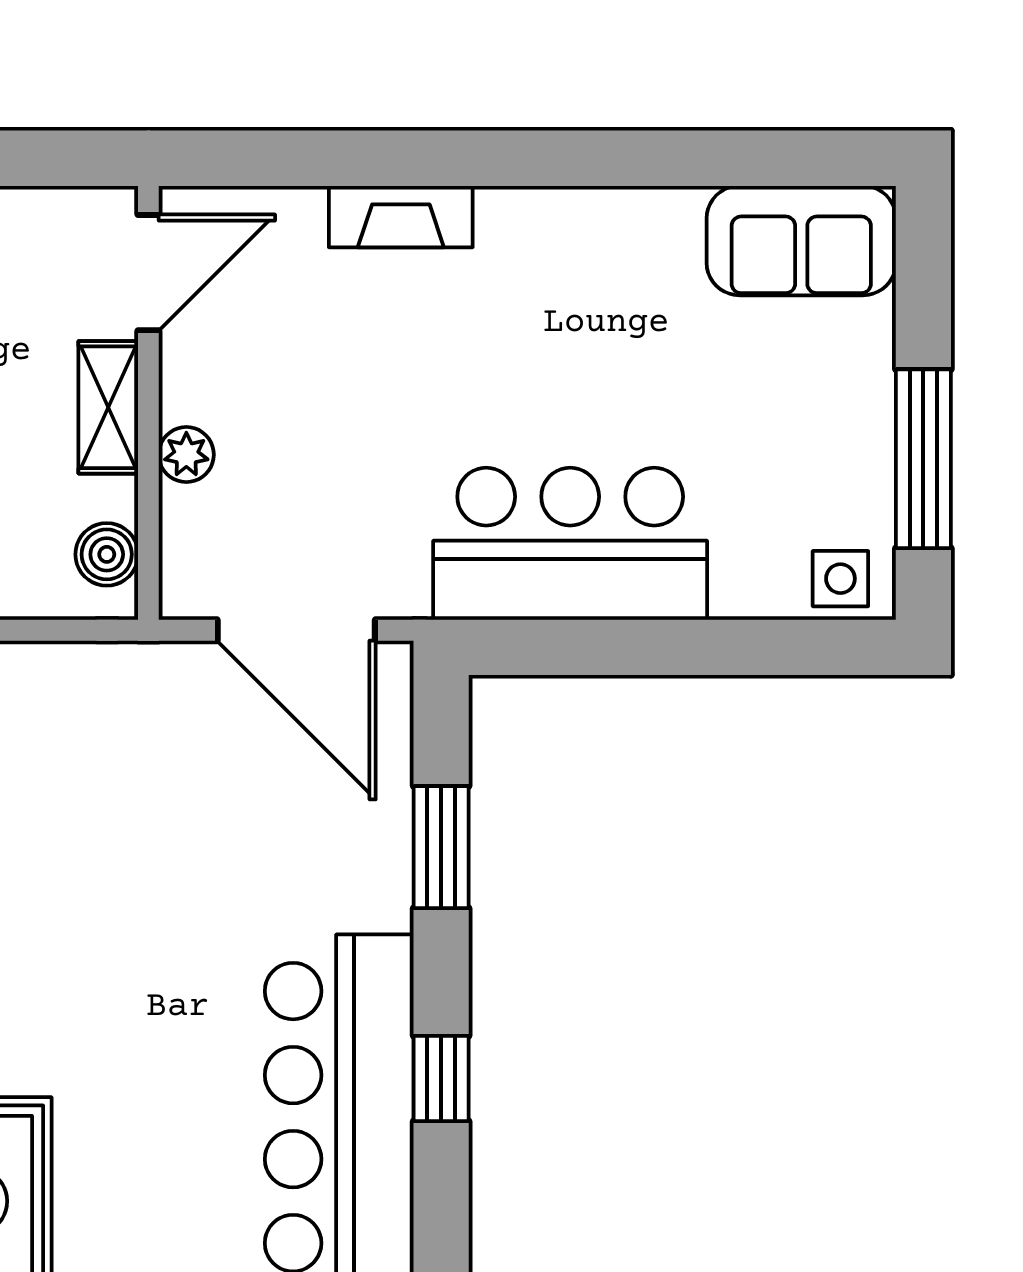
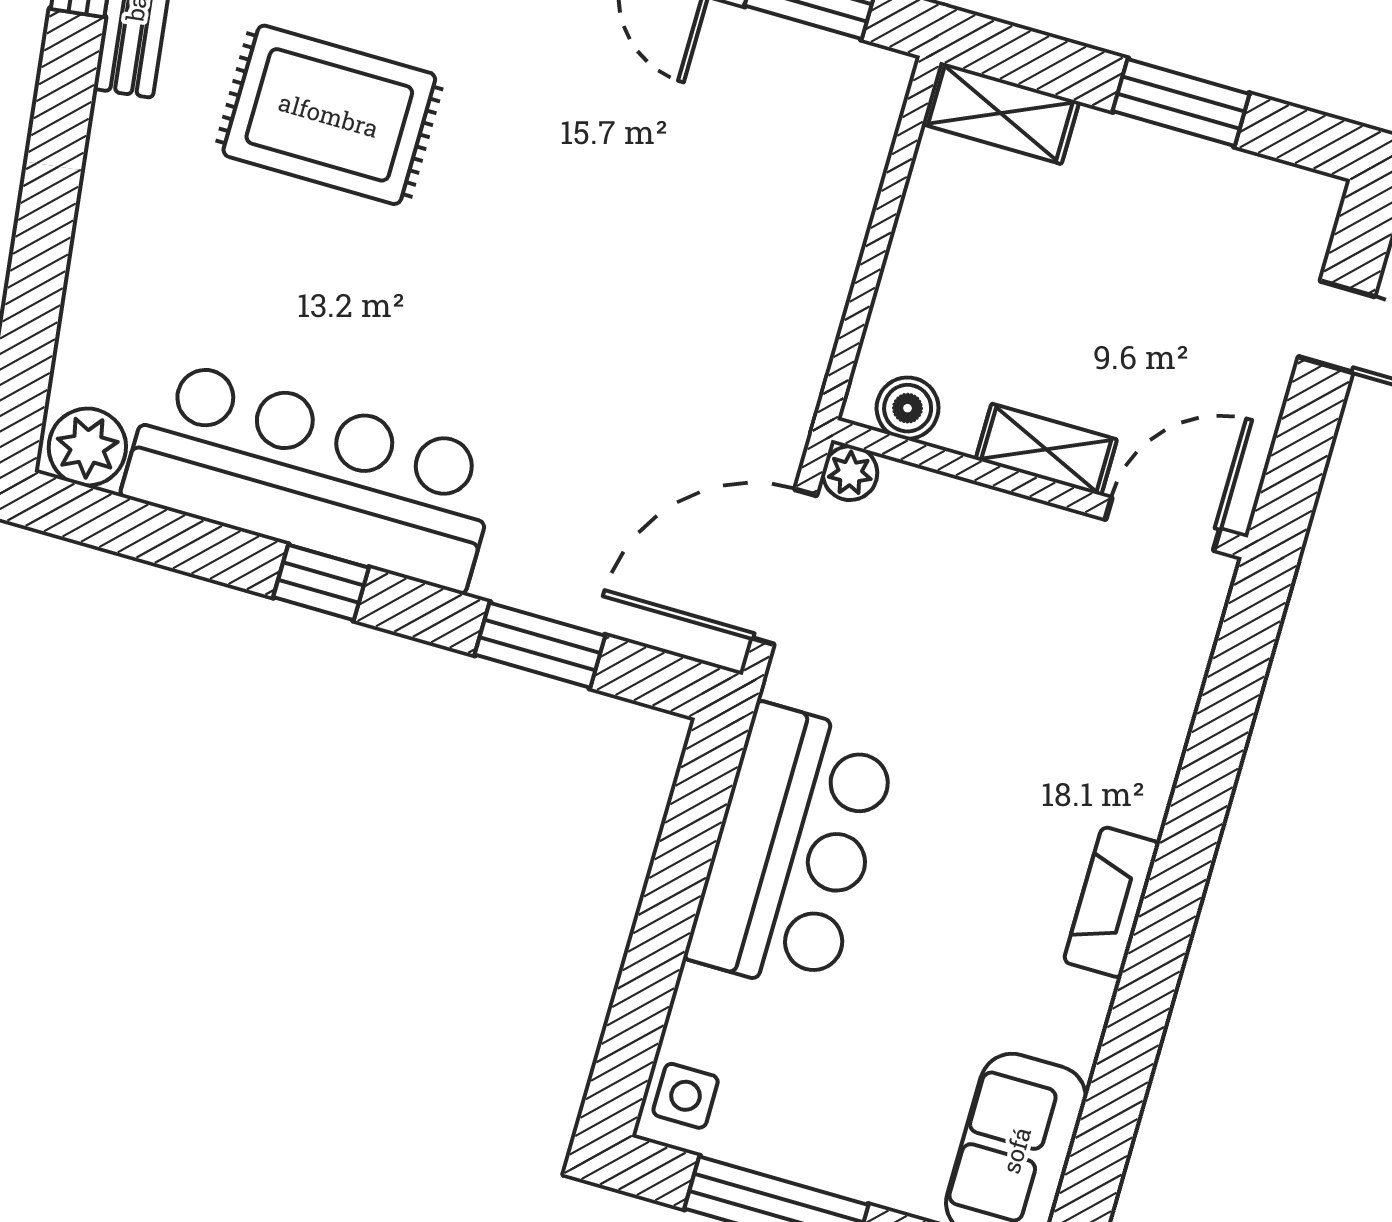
fireplace: (401, 217) -> (1112, 902), moved
door: (148, 273) -> (1163, 524), swing flipped
plant: (186, 455) -> (850, 473), moved

